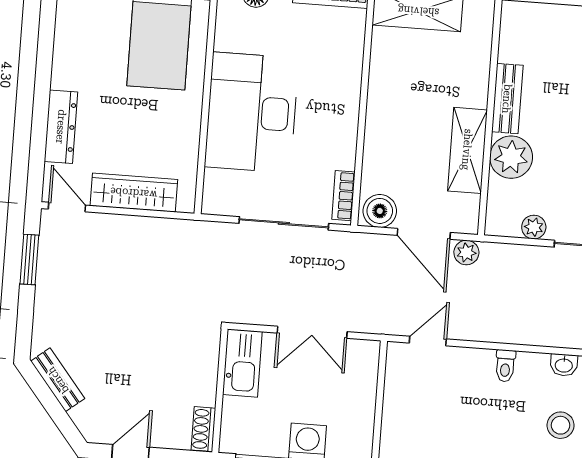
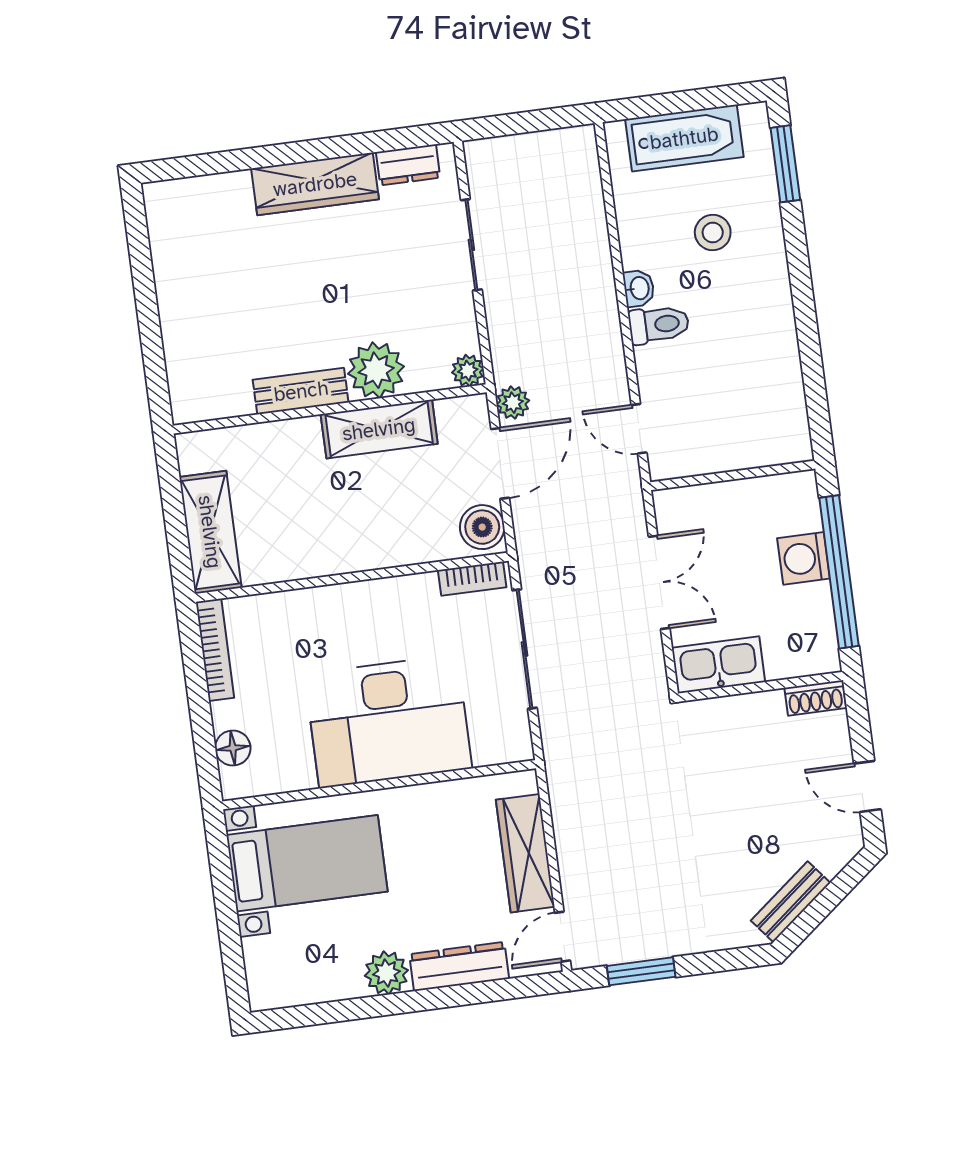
plant: (67, 72) -> (386, 973), added
plant: (534, 227) -> (468, 371), moved
washbasin: (564, 365) -> (639, 288), moved
toilet: (505, 366) -> (659, 325), width x1.37, depth x1.39

